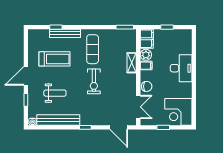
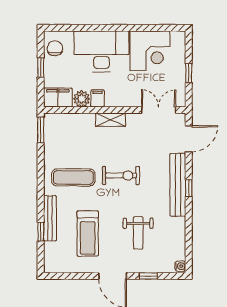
treadmill: (55, 59) -> (88, 233), turned 180
shelving: (132, 63) -> (110, 120), moved
desk: (181, 68) -> (101, 51), width x1.36, depth x1.30
chair: (147, 86) -> (55, 48), moved
weight bench: (55, 93) -> (138, 233), turned 180
corner desk: (178, 112) -> (150, 51), moved
bench: (58, 120) -> (178, 185), moved

